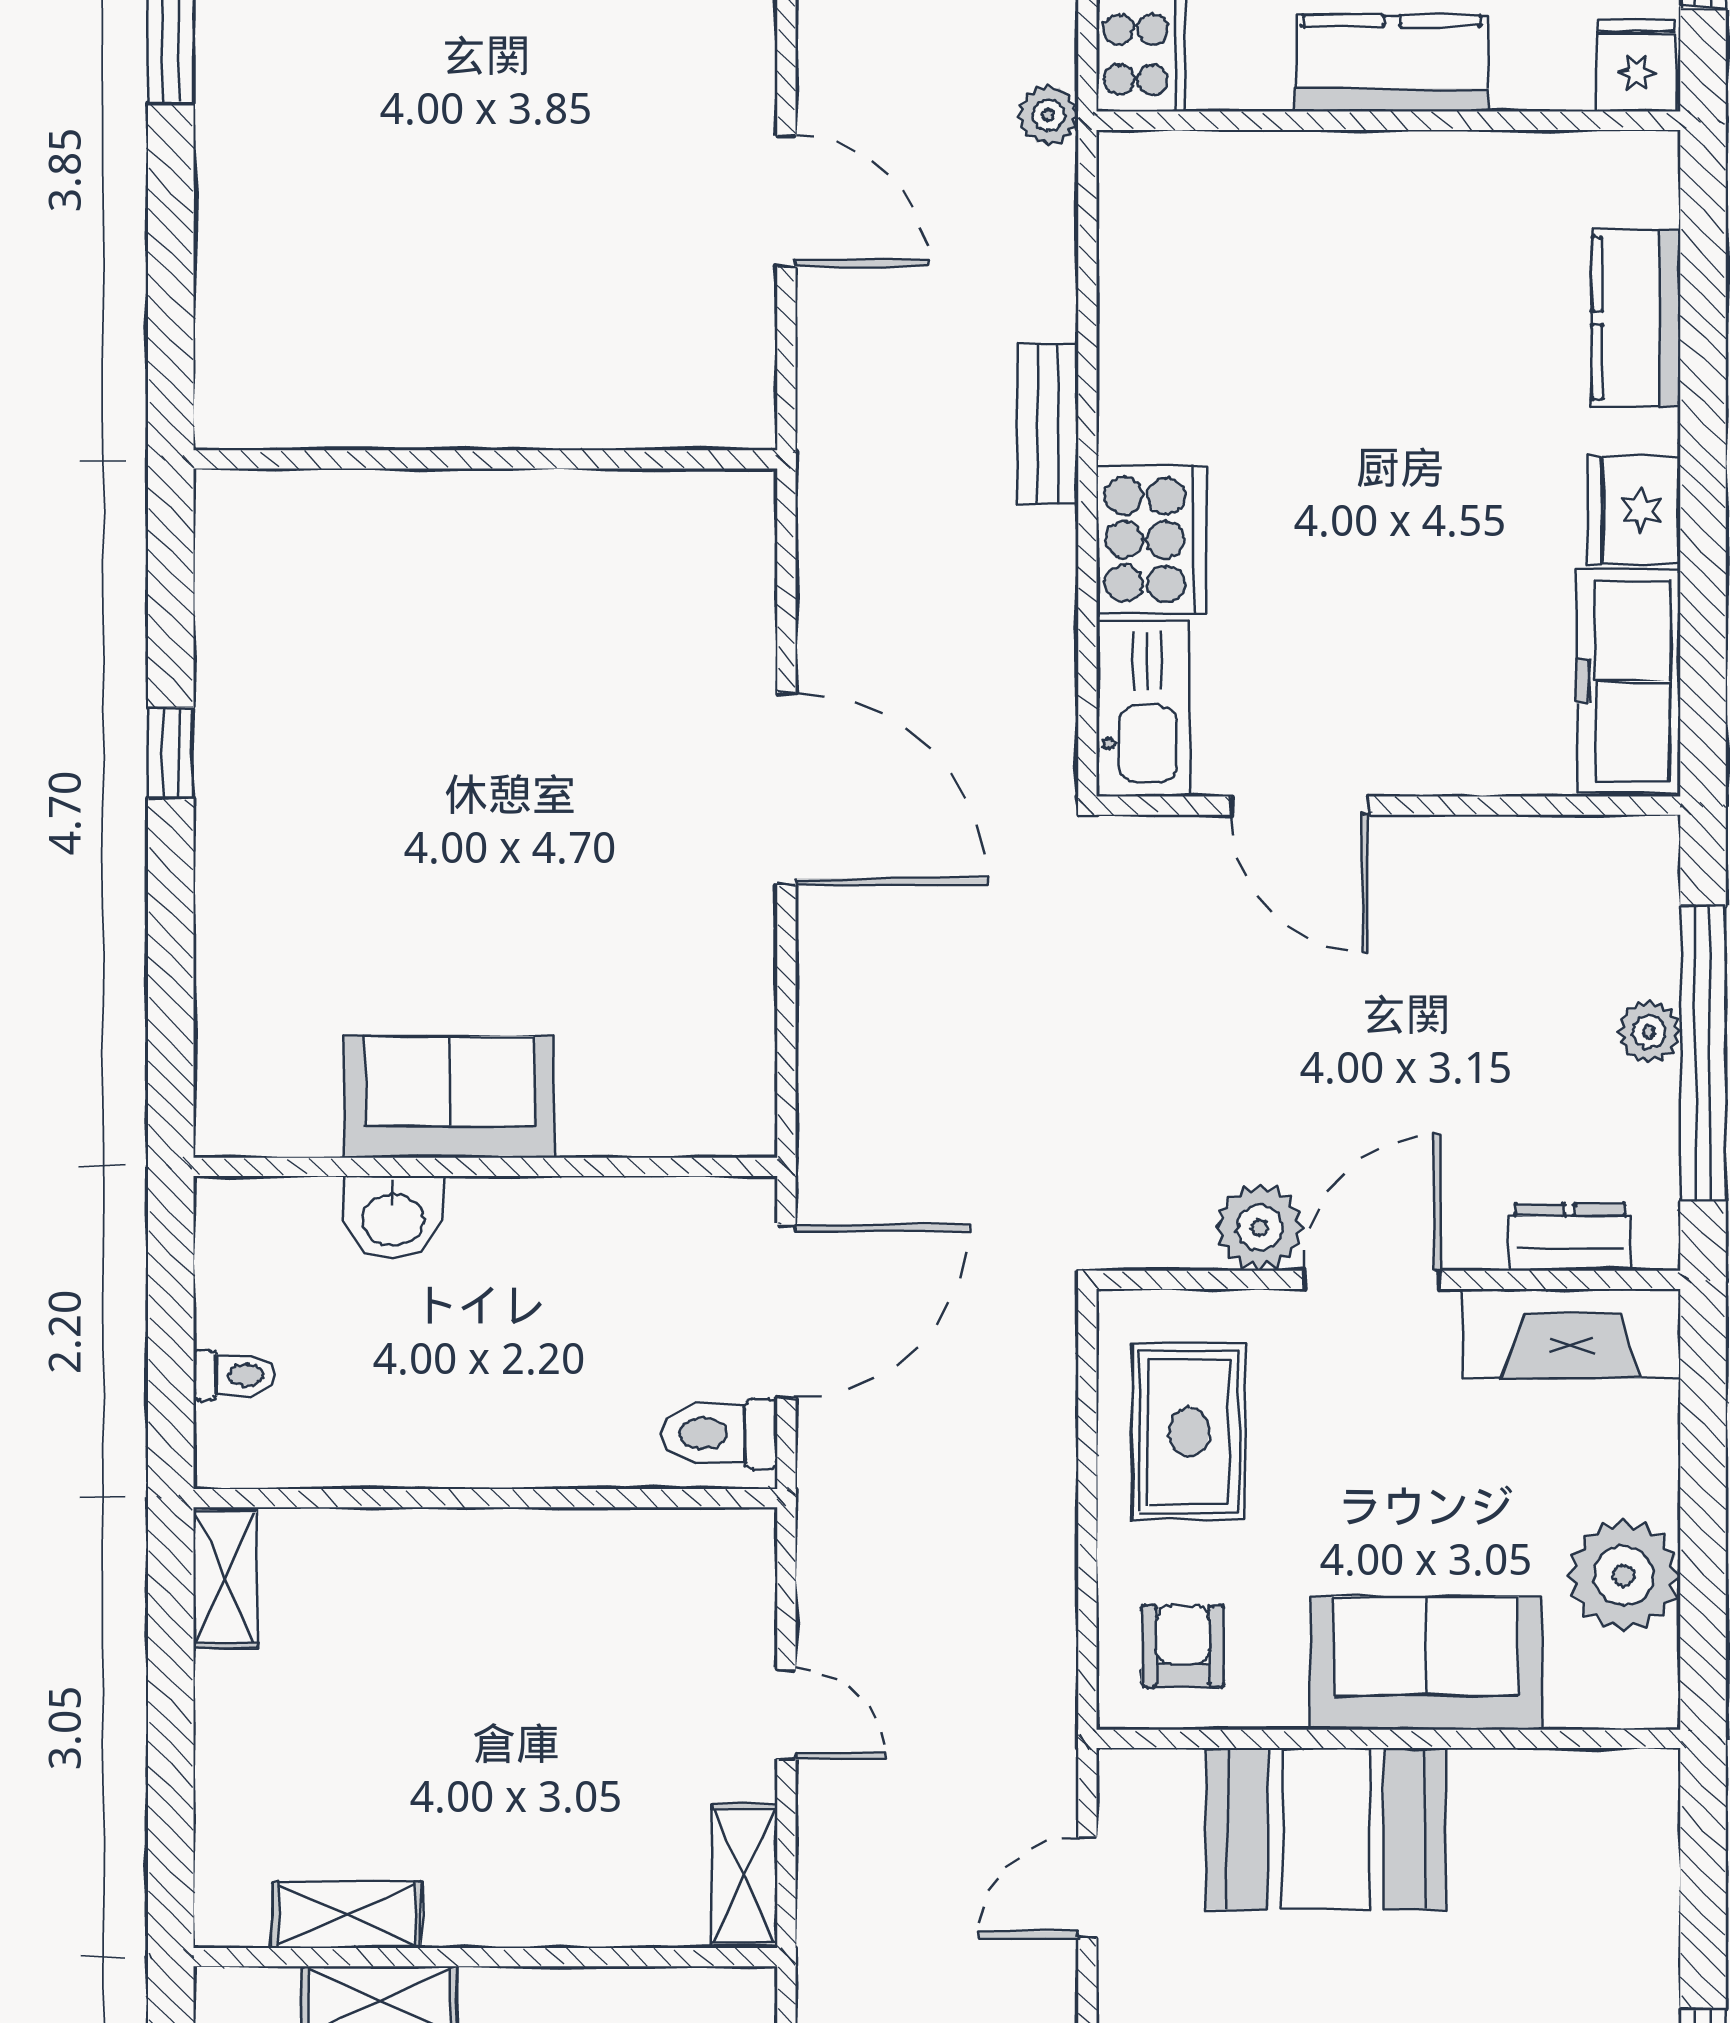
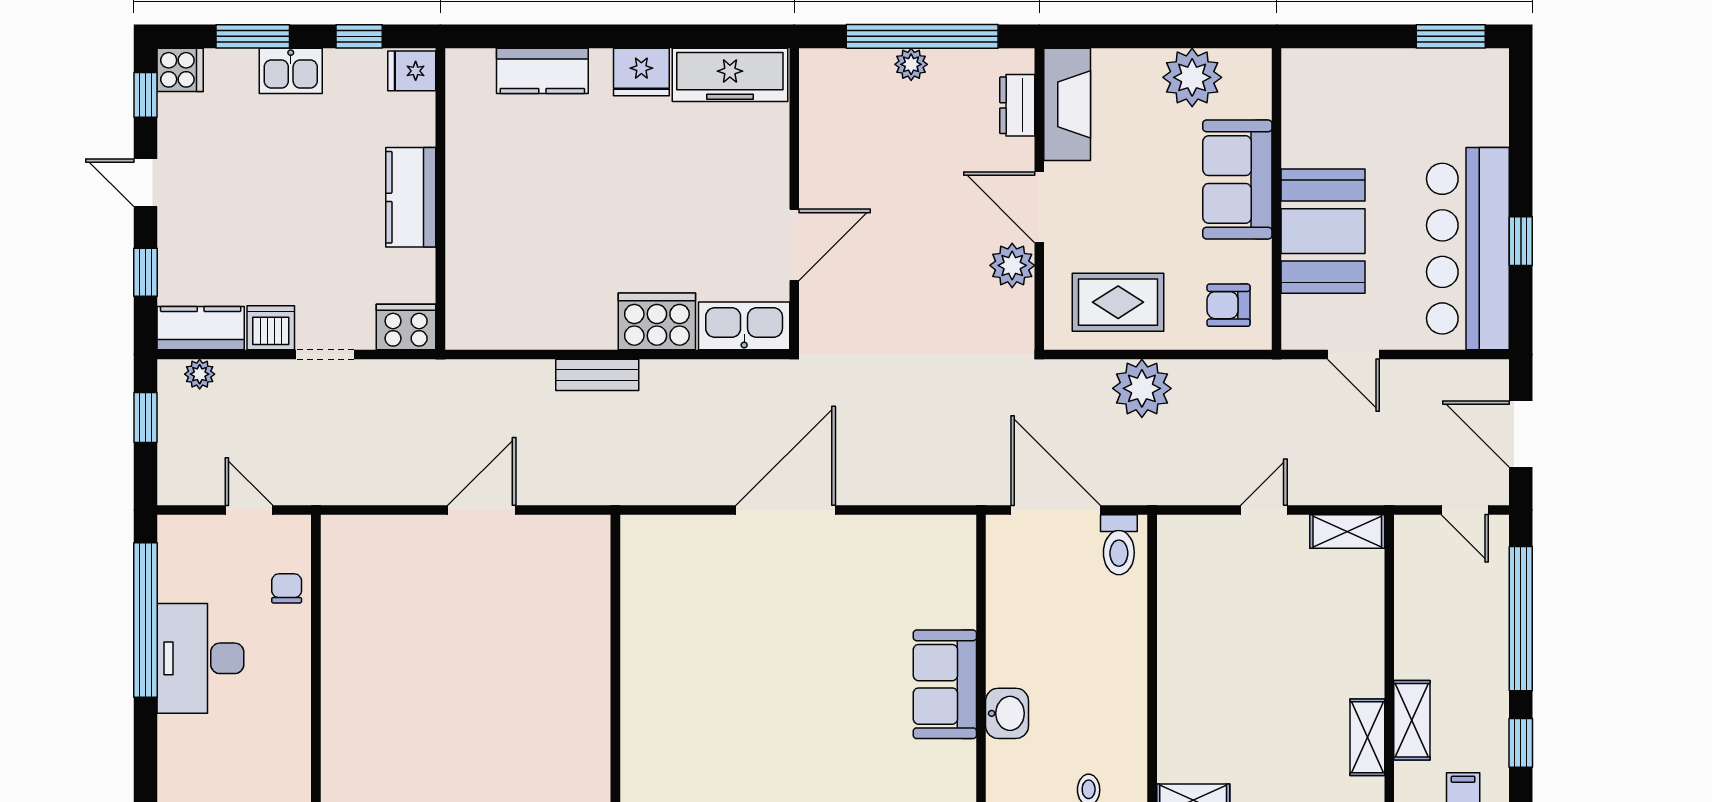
plant: (1048, 115) -> (1142, 388), moved, width x1.87, depth x1.87

